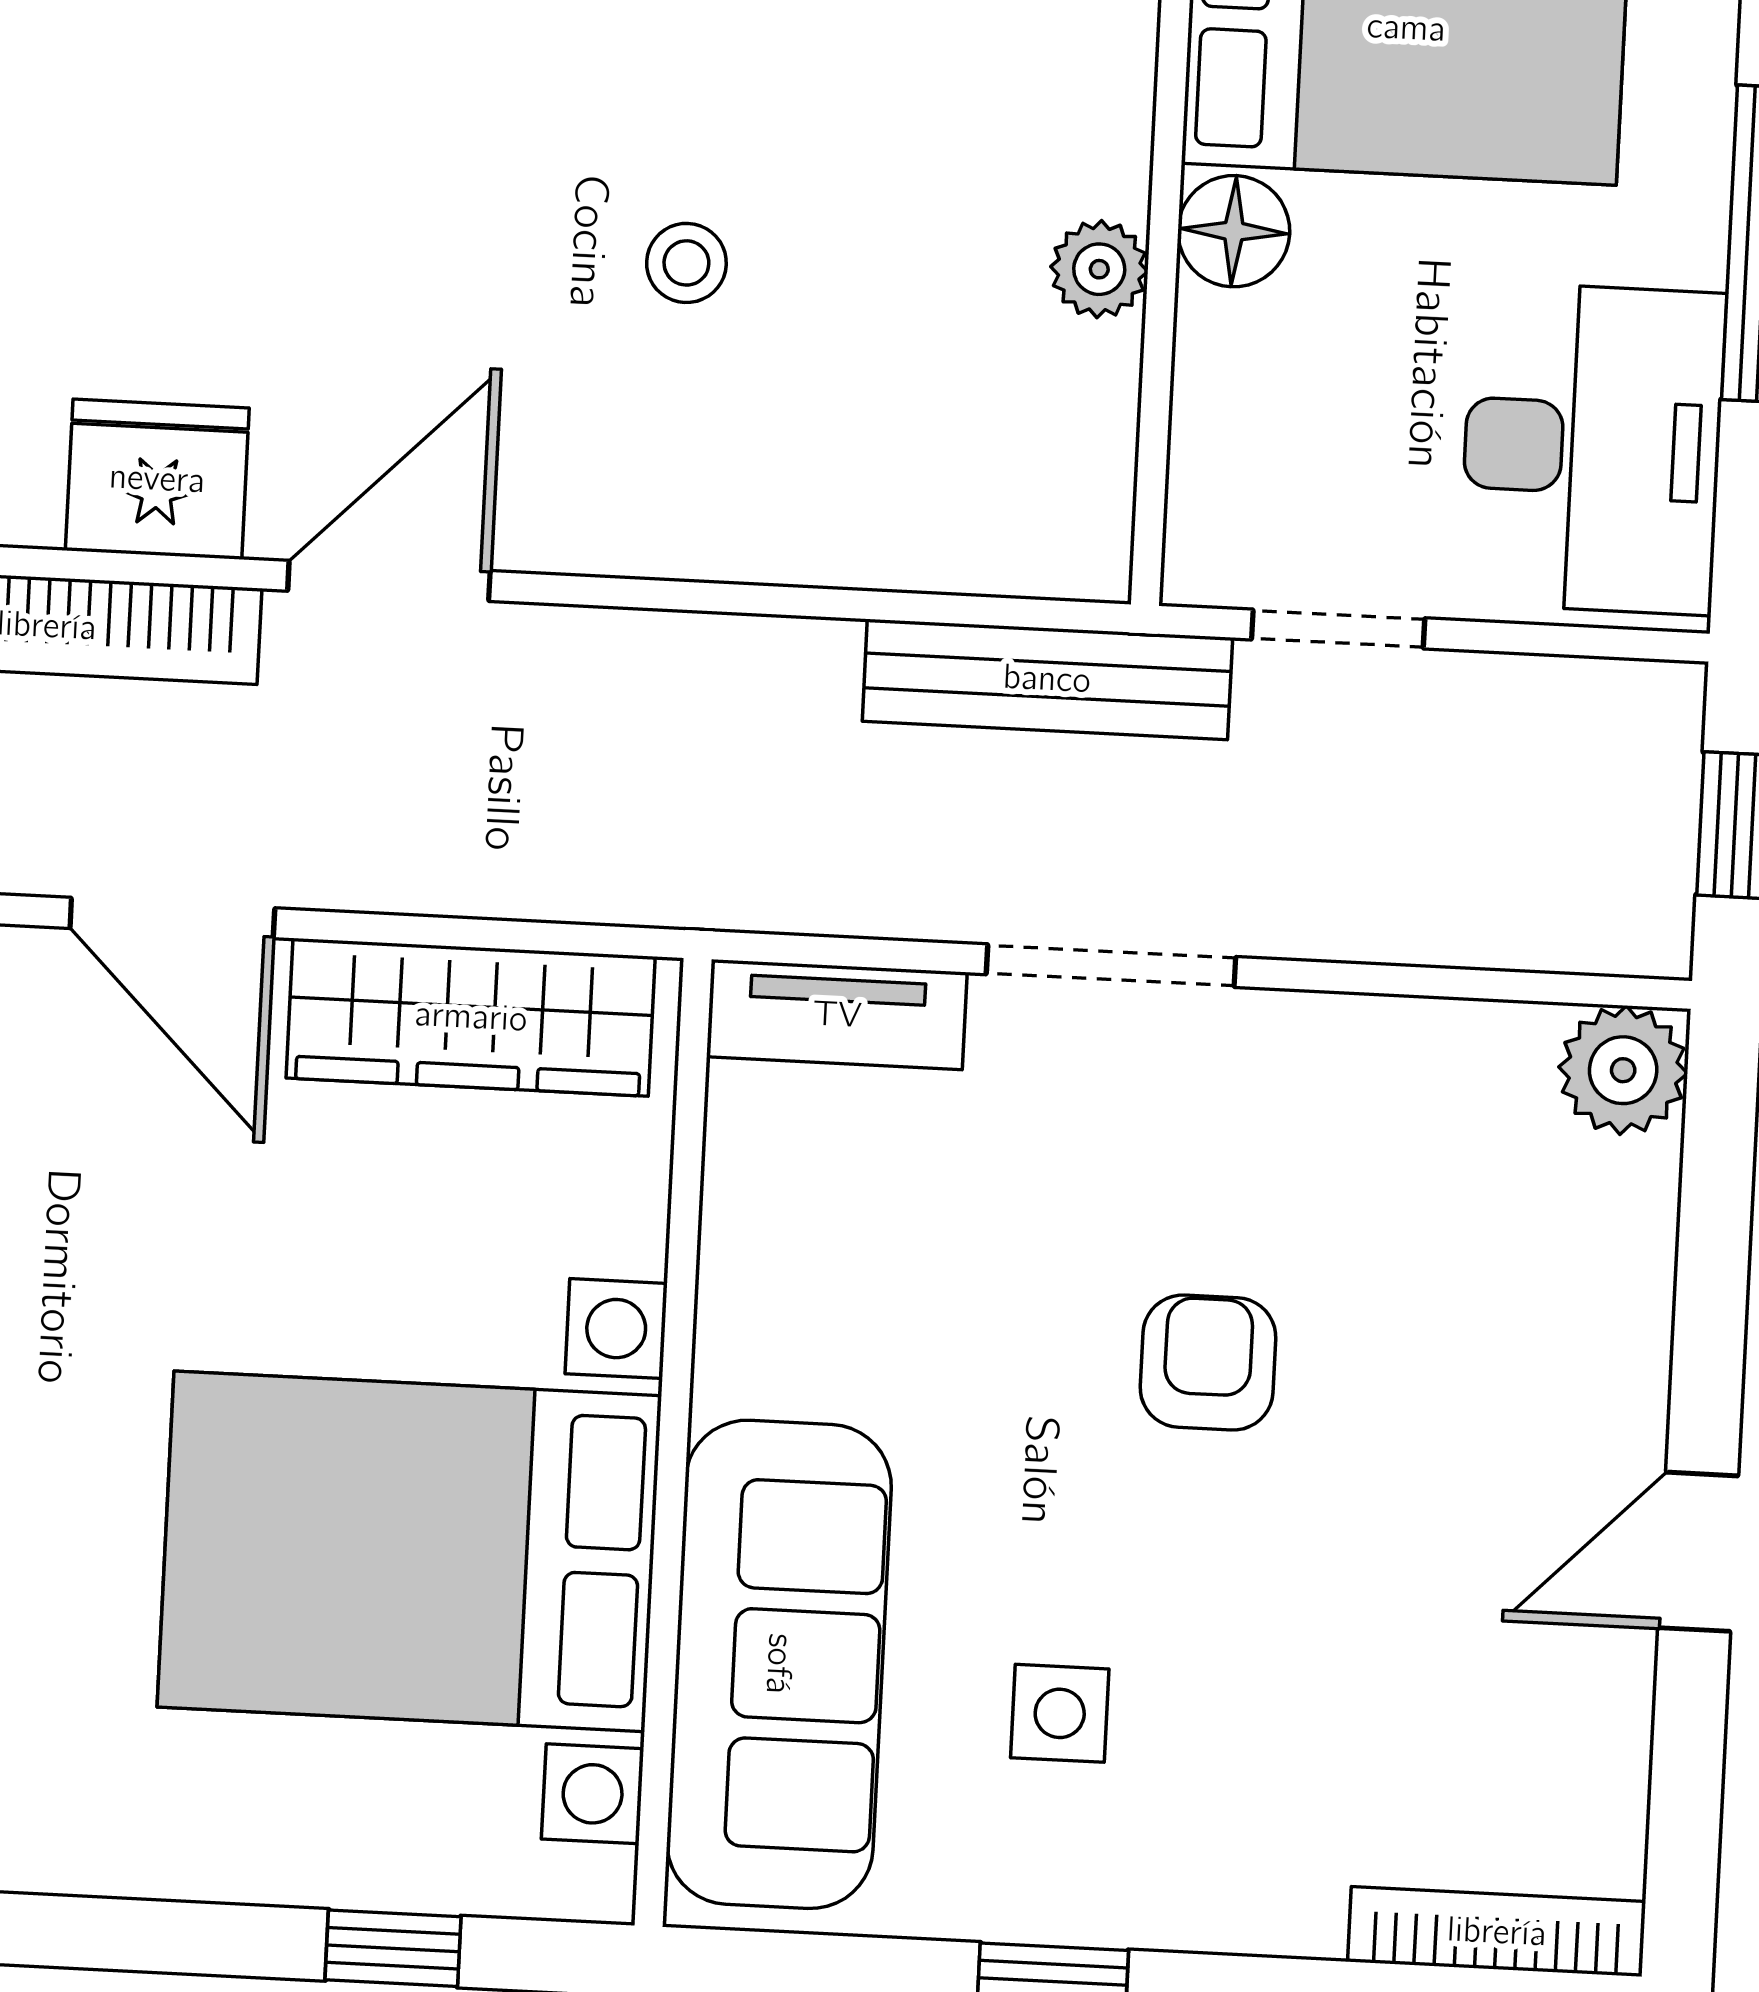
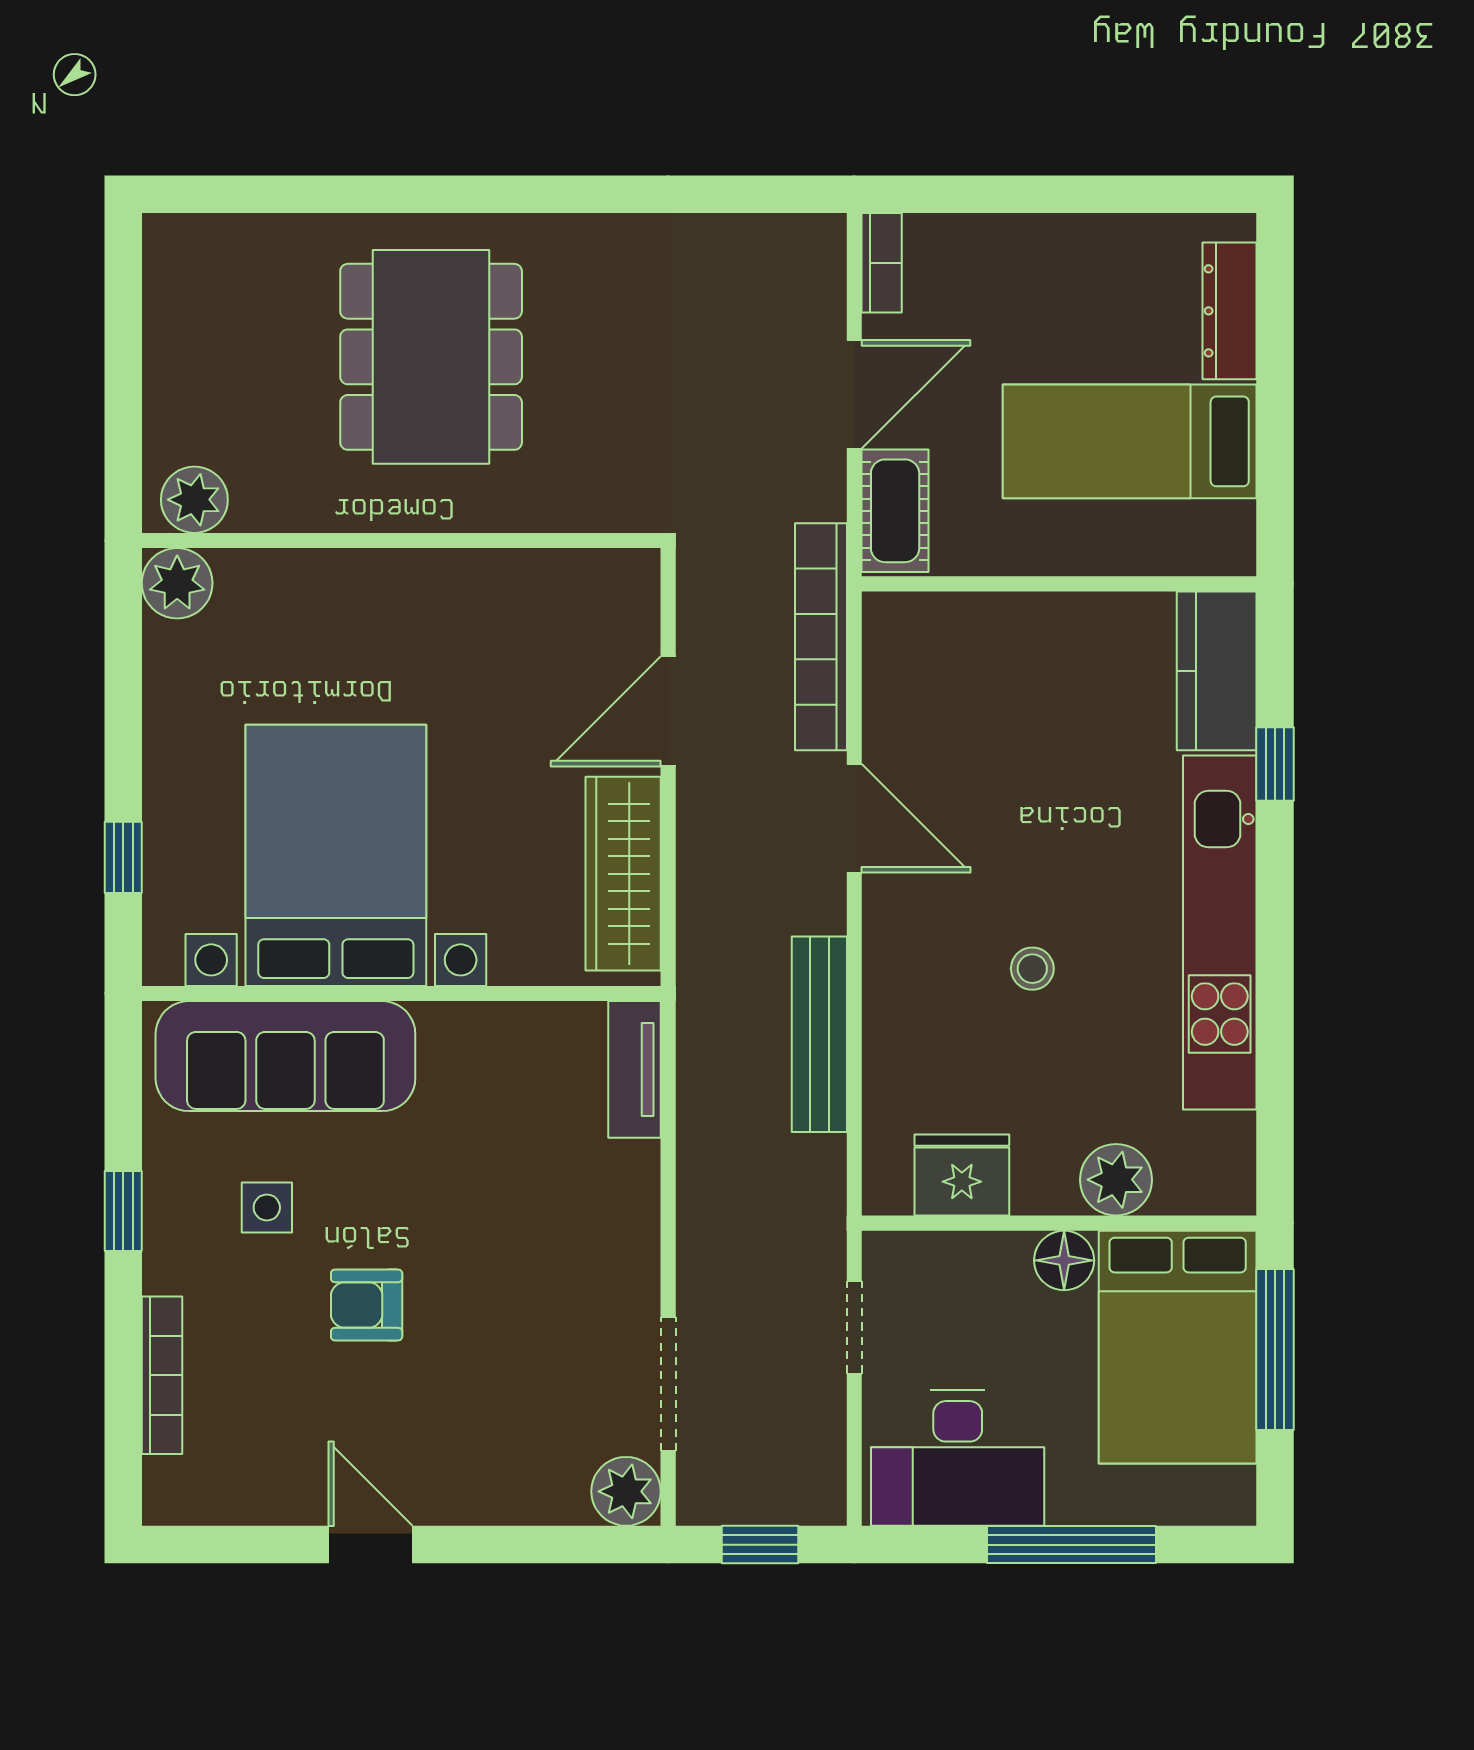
plant: (1099, 269) -> (1116, 1180), moved, width x1.38, depth x1.38
fridge: (157, 479) -> (962, 1175), moved, turned -90
bench: (1047, 679) -> (819, 1034), moved
doorway: (1111, 966) -> (668, 1384), moved
armchair: (1208, 1363) -> (367, 1305), moved, turned 180
bookcase: (1497, 1932) -> (162, 1375), moved

